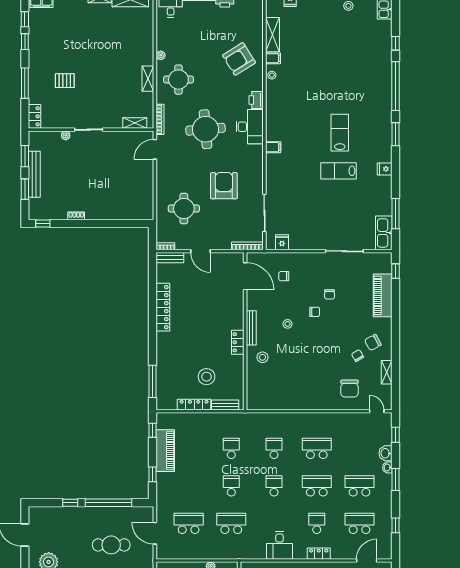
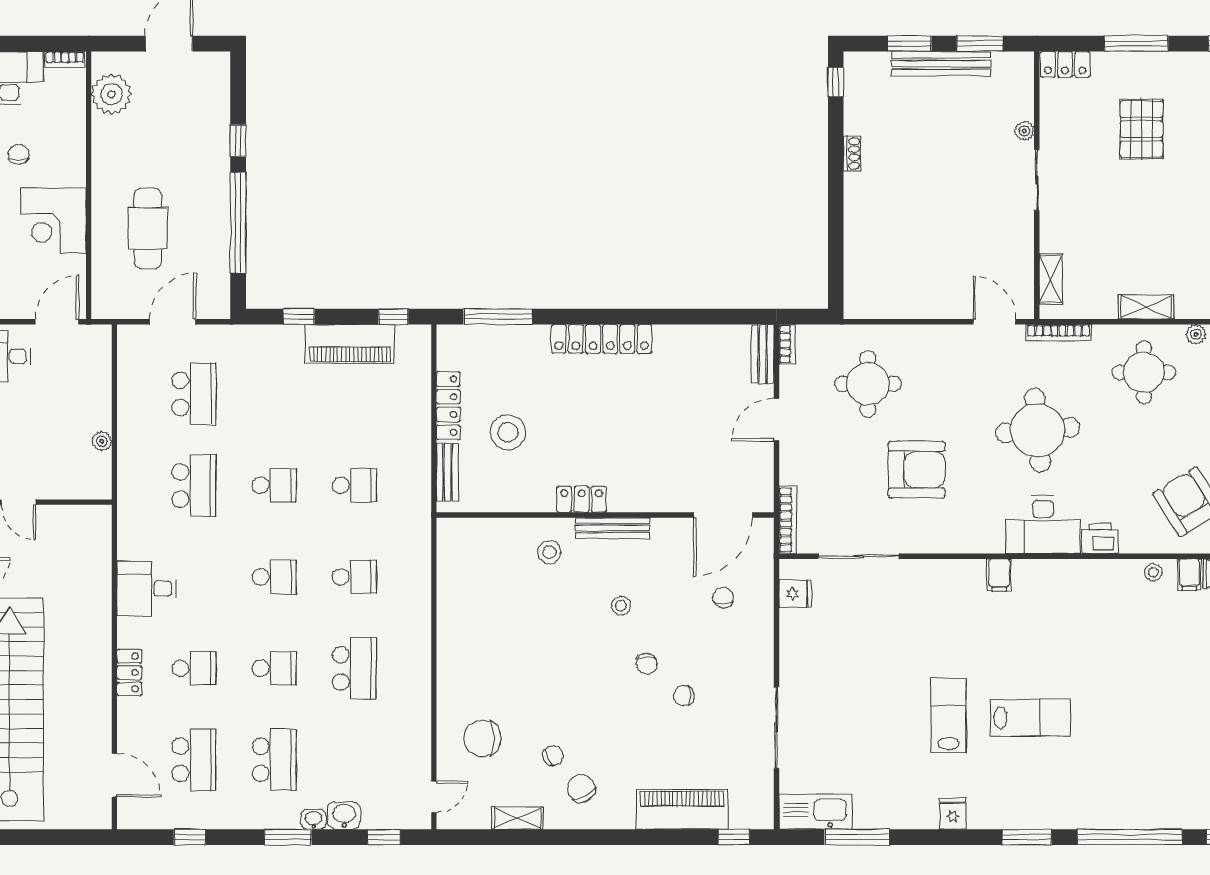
pallet: (65, 81) -> (1141, 129), width x1.50, depth x1.42
locker: (163, 307) -> (602, 339), moved
school desk: (317, 486) -> (274, 668), width x0.54

